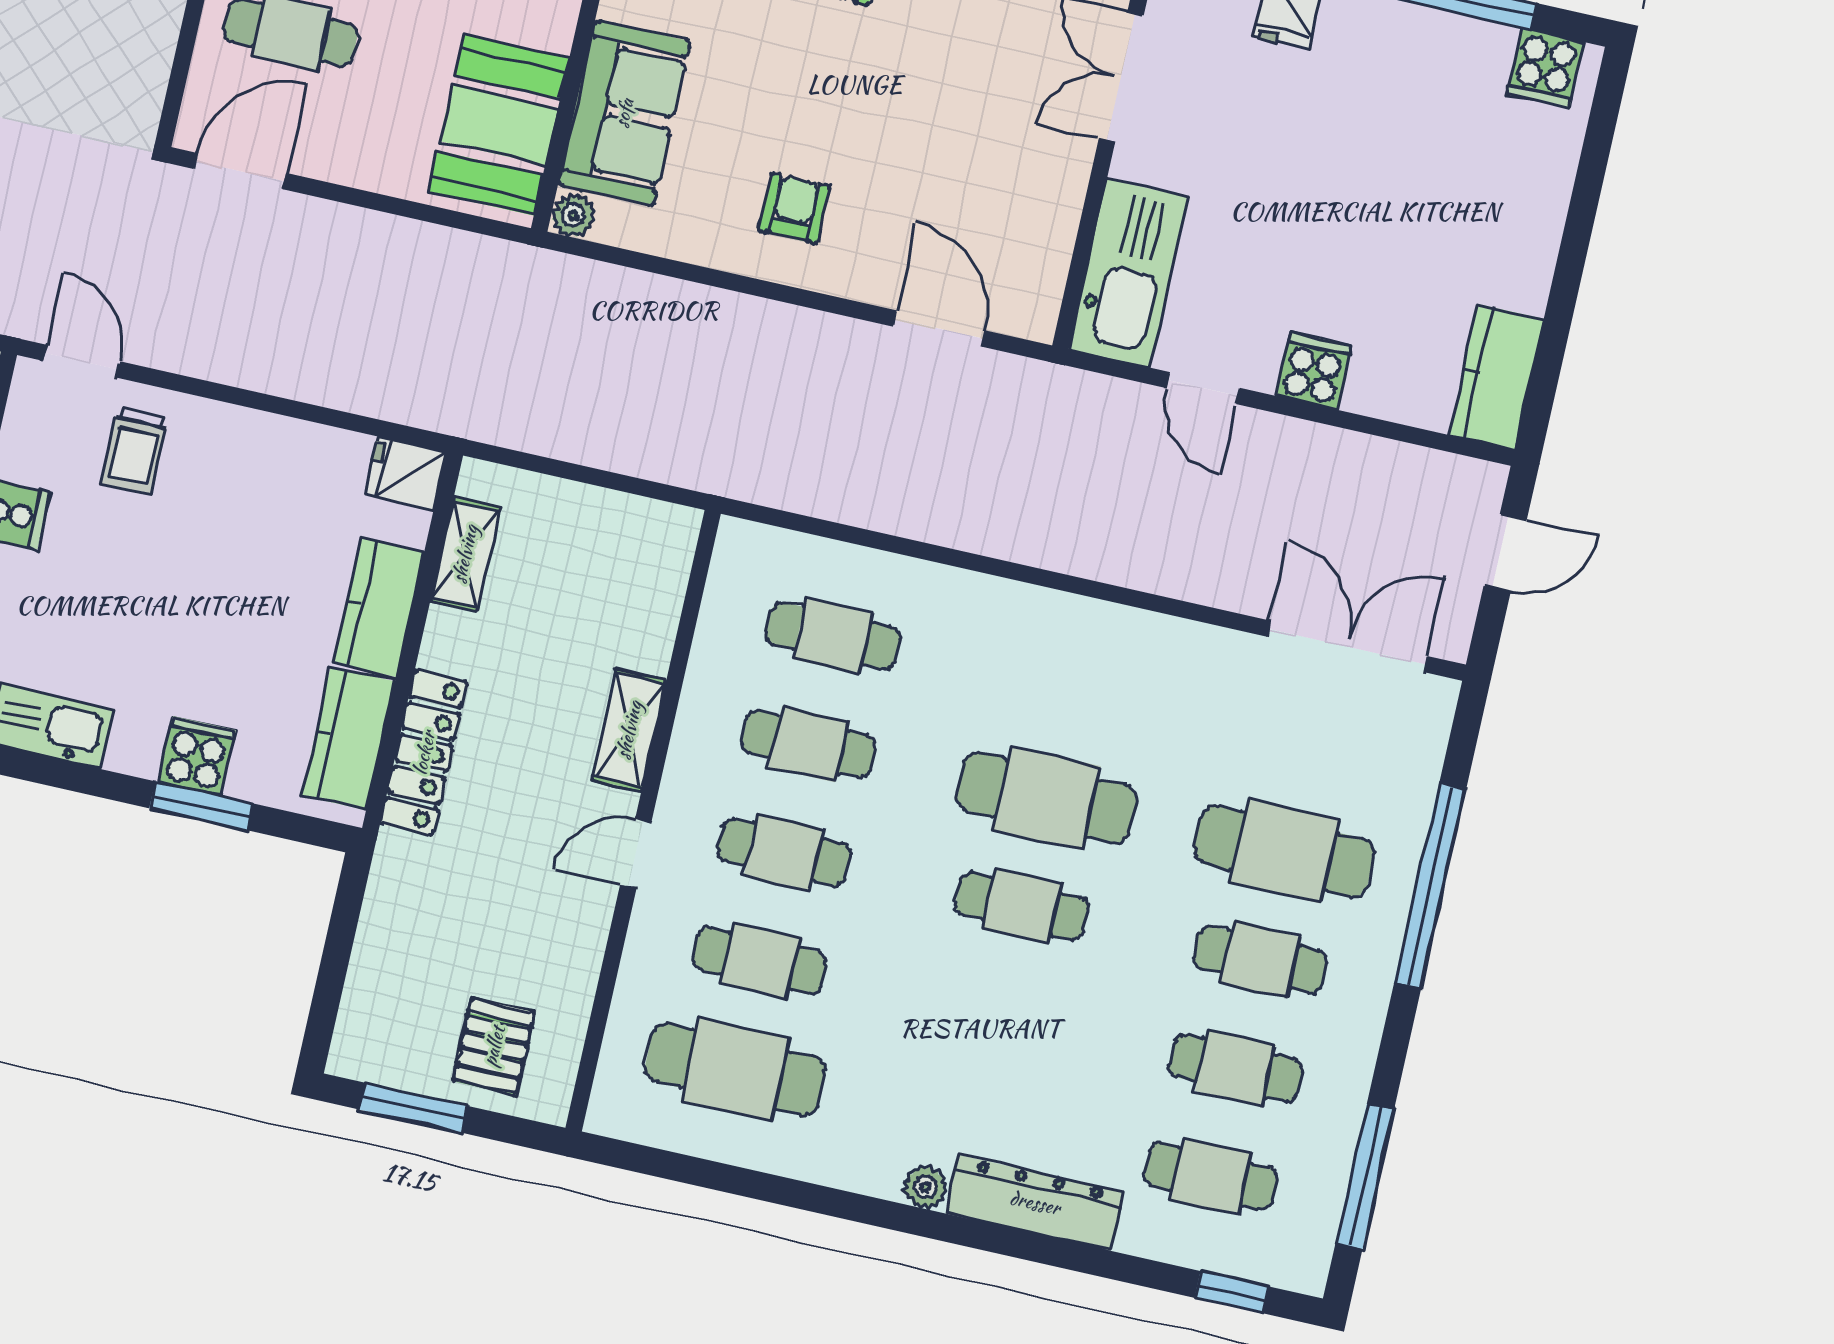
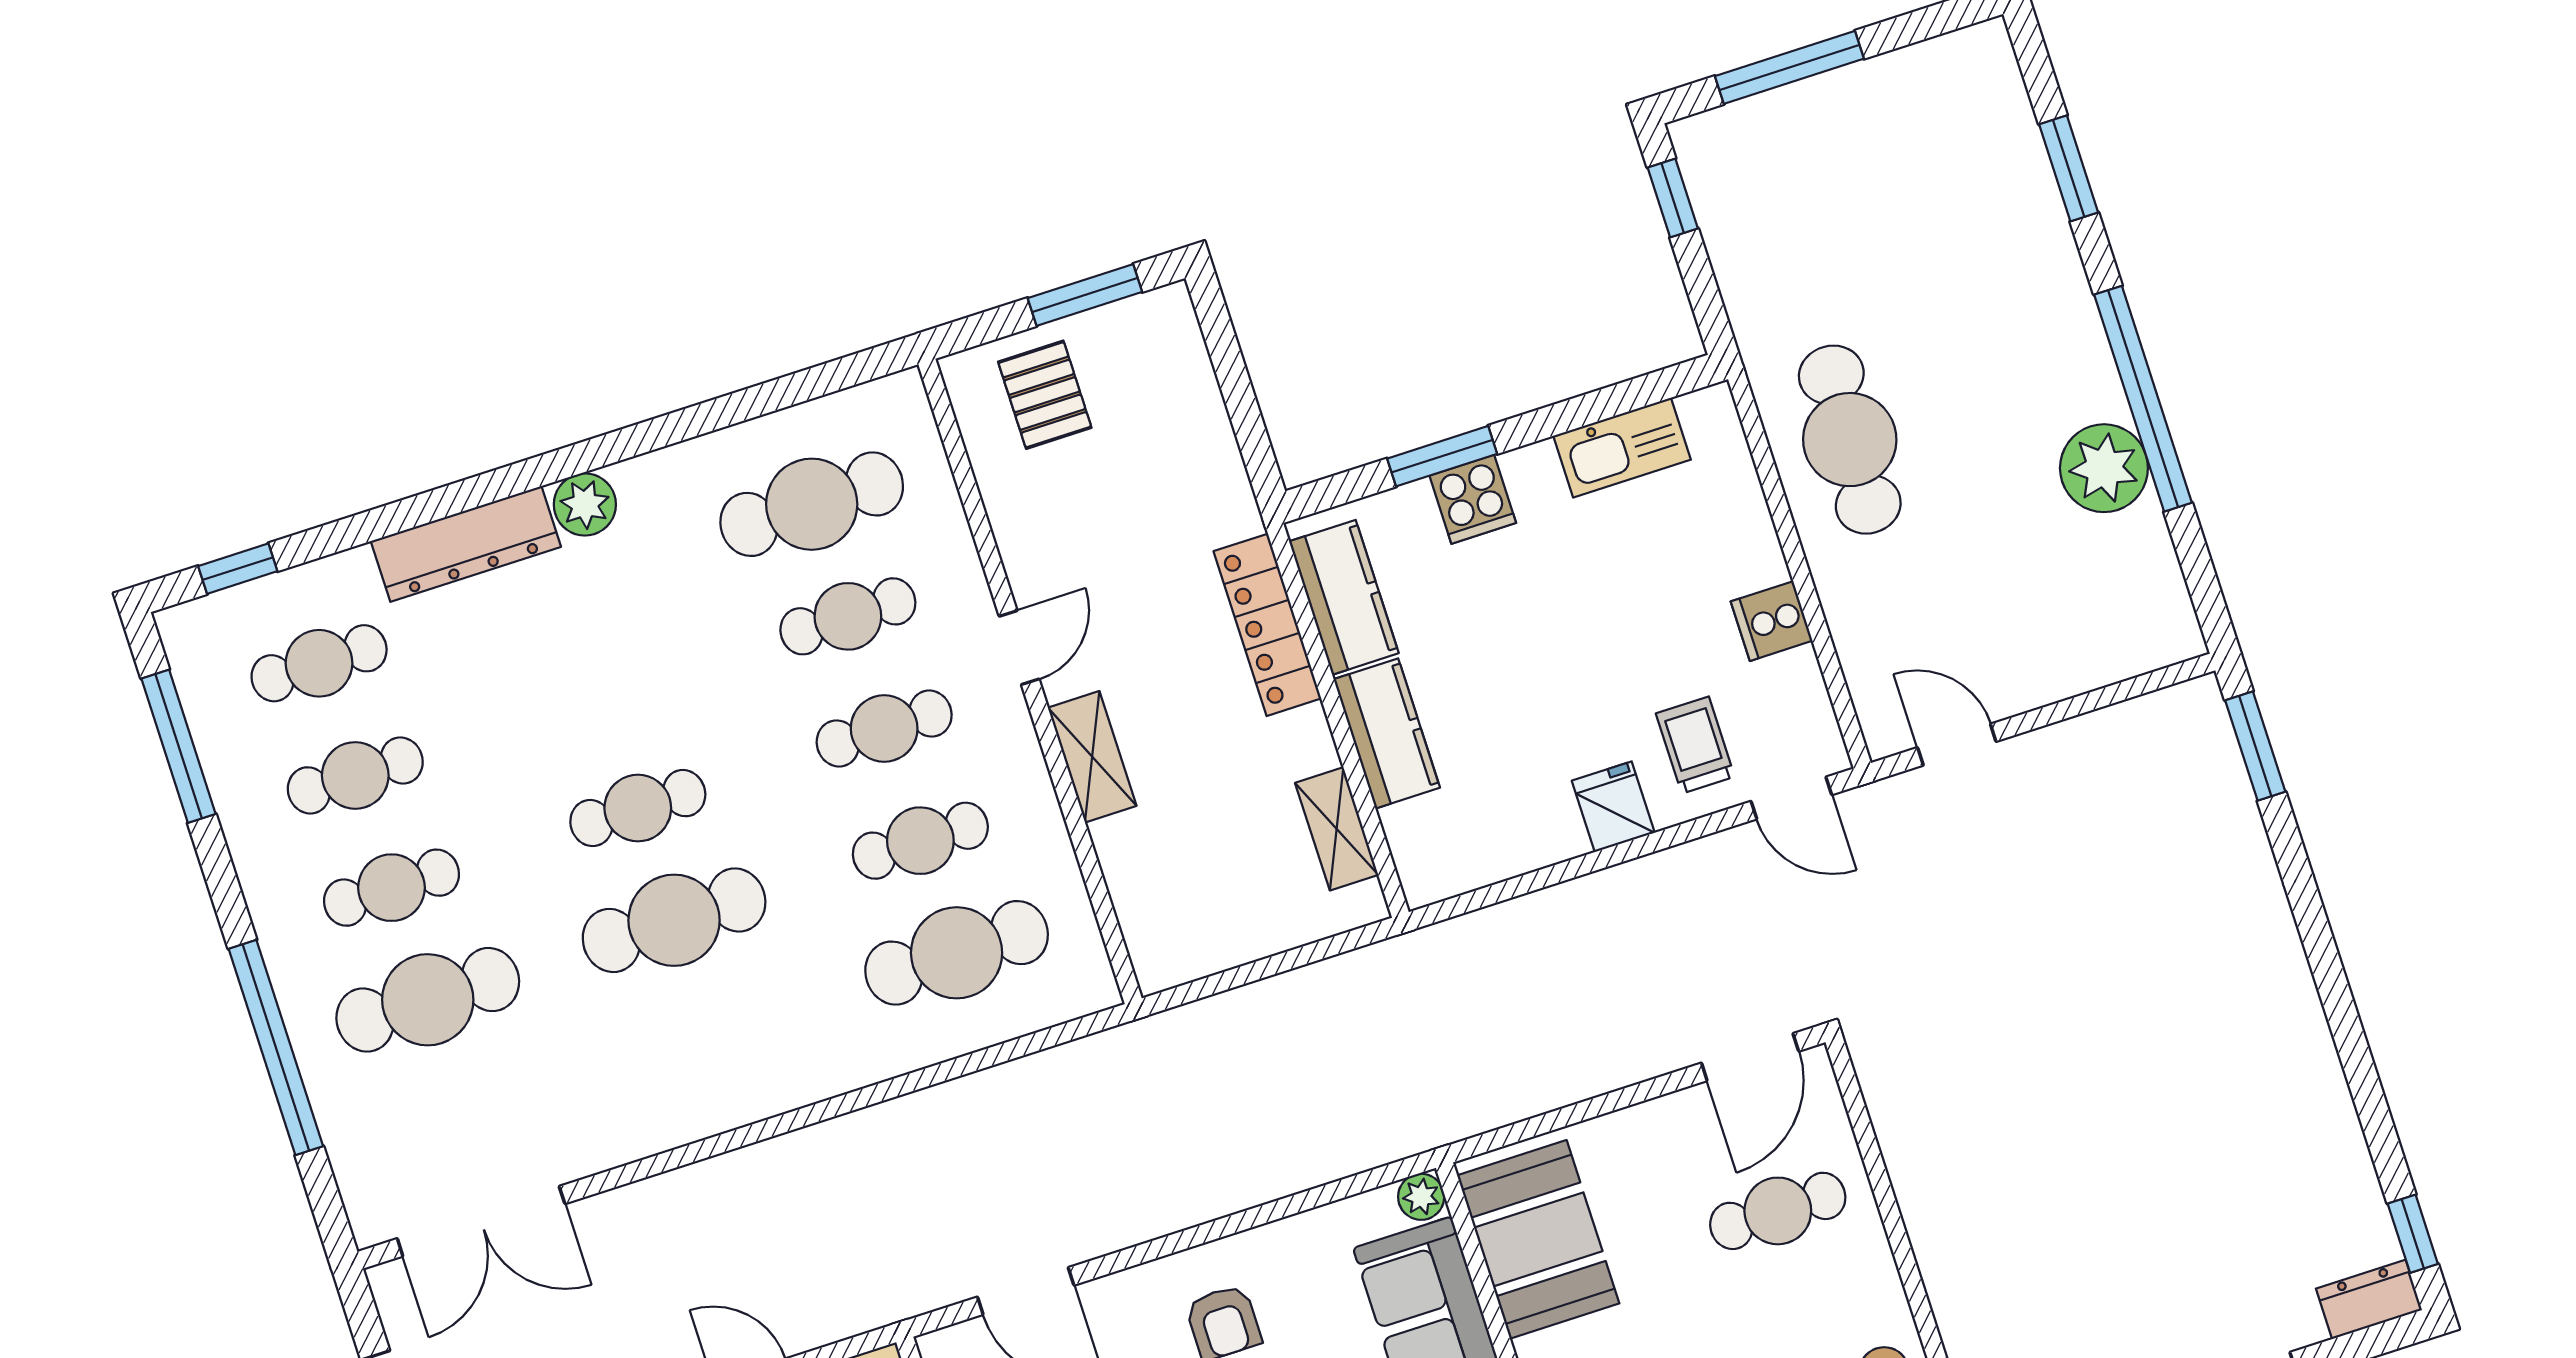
fridge: (406, 473) -> (1613, 807), moved, turned -90
cafe table: (833, 636) -> (957, 953), width x1.37, depth x1.35
plant: (925, 1187) -> (585, 504), width x1.38, depth x1.38

